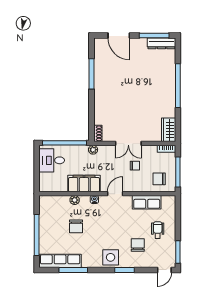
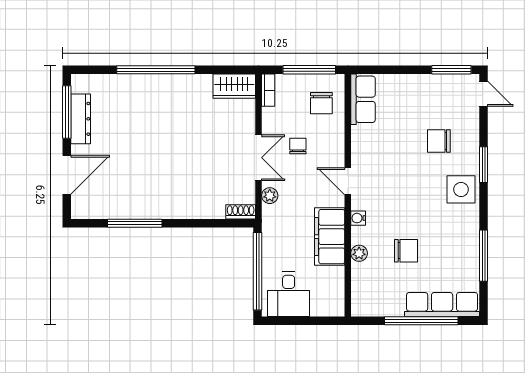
dresser: (161, 43) -> (81, 119), moved
plant: (93, 150) -> (270, 196), moved
row of seats: (147, 202) -> (363, 99), moved
wheelchair: (158, 230) -> (412, 106), removed
row of seats: (60, 261) -> (442, 304), moved, turned 90

